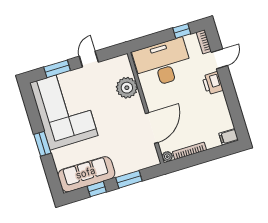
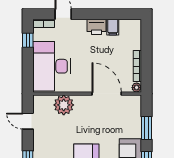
door: (89, 59) -> (28, 121), moved
printer: (213, 83) -> (96, 27), moved
filing cabinet: (229, 137) -> (113, 27), moved

